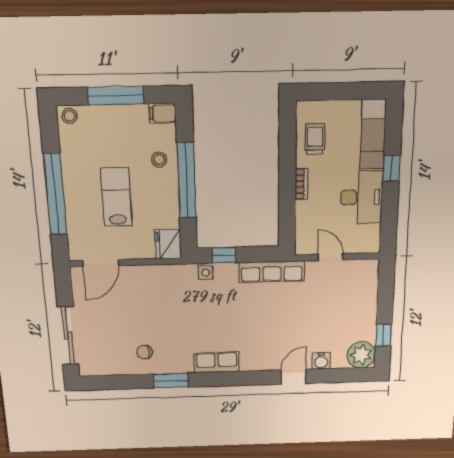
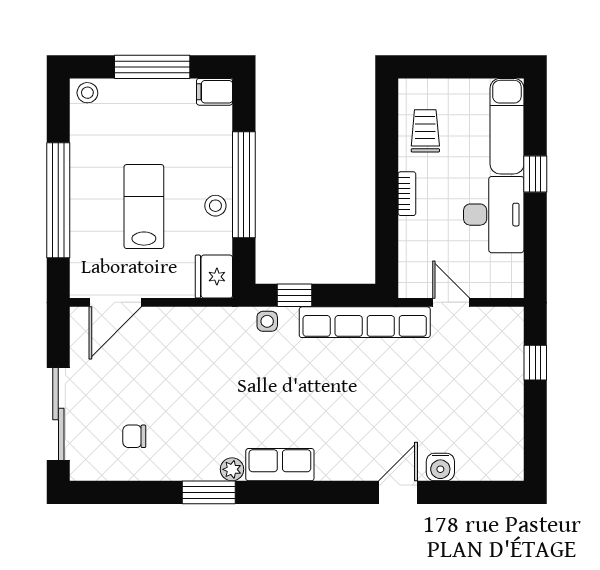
stool: (159, 160) -> (215, 206), moved
row of seats: (272, 272) -> (365, 322), width x1.36
window: (384, 335) -> (535, 363), moved
chair: (145, 352) -> (134, 436), moved
plant: (361, 355) -> (232, 469), moved, width x0.53, depth x0.53

